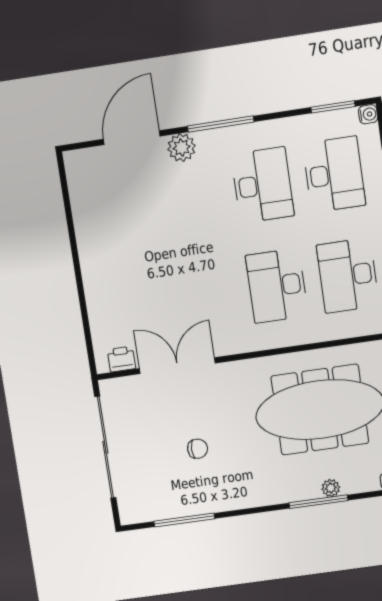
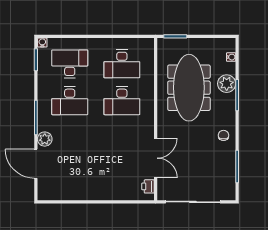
desk: (263, 185) -> (70, 101), turned 180
double door: (177, 366) -> (156, 158), swing flipped
chair: (198, 449) -> (223, 135), moved
plant: (331, 488) -> (227, 84), width x1.87, depth x1.87

